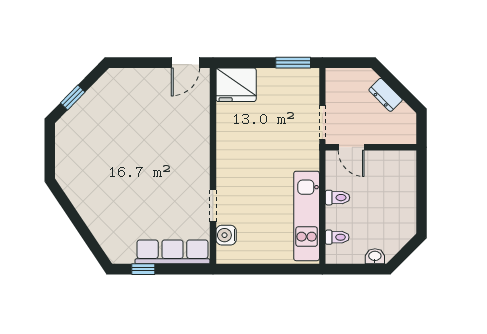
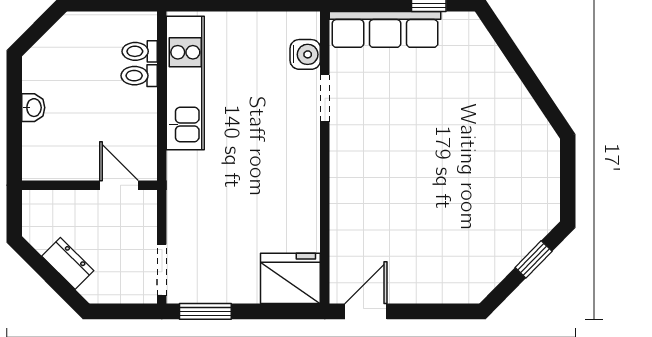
doorway: (322, 122) -> (162, 270), moved
toilet: (338, 198) -> (139, 76), moved
washbasin: (375, 256) -> (33, 108), moved, turned -90

